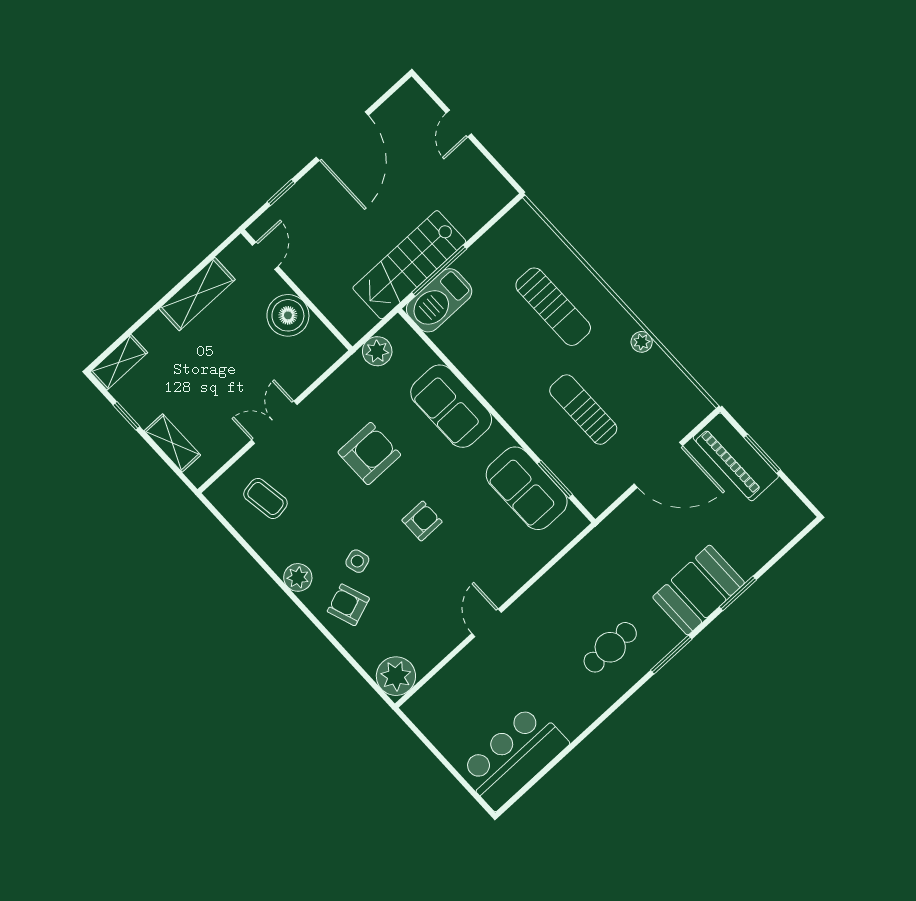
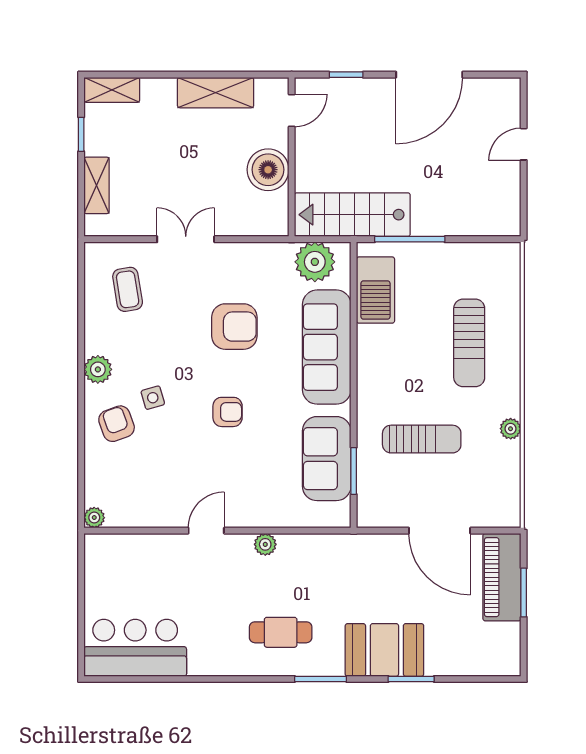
stairs: (409, 265) -> (352, 215), moved
barbecue: (439, 300) -> (375, 290), moved, turned -90
plant: (377, 351) -> (315, 262), width x1.36, depth x1.36
sofa: (451, 406) -> (327, 347), width x1.36
sun lounger: (583, 410) -> (422, 439), turned 90
plant: (539, 593) -> (265, 544), added
plant: (396, 676) -> (94, 518), width x0.53, depth x0.53

